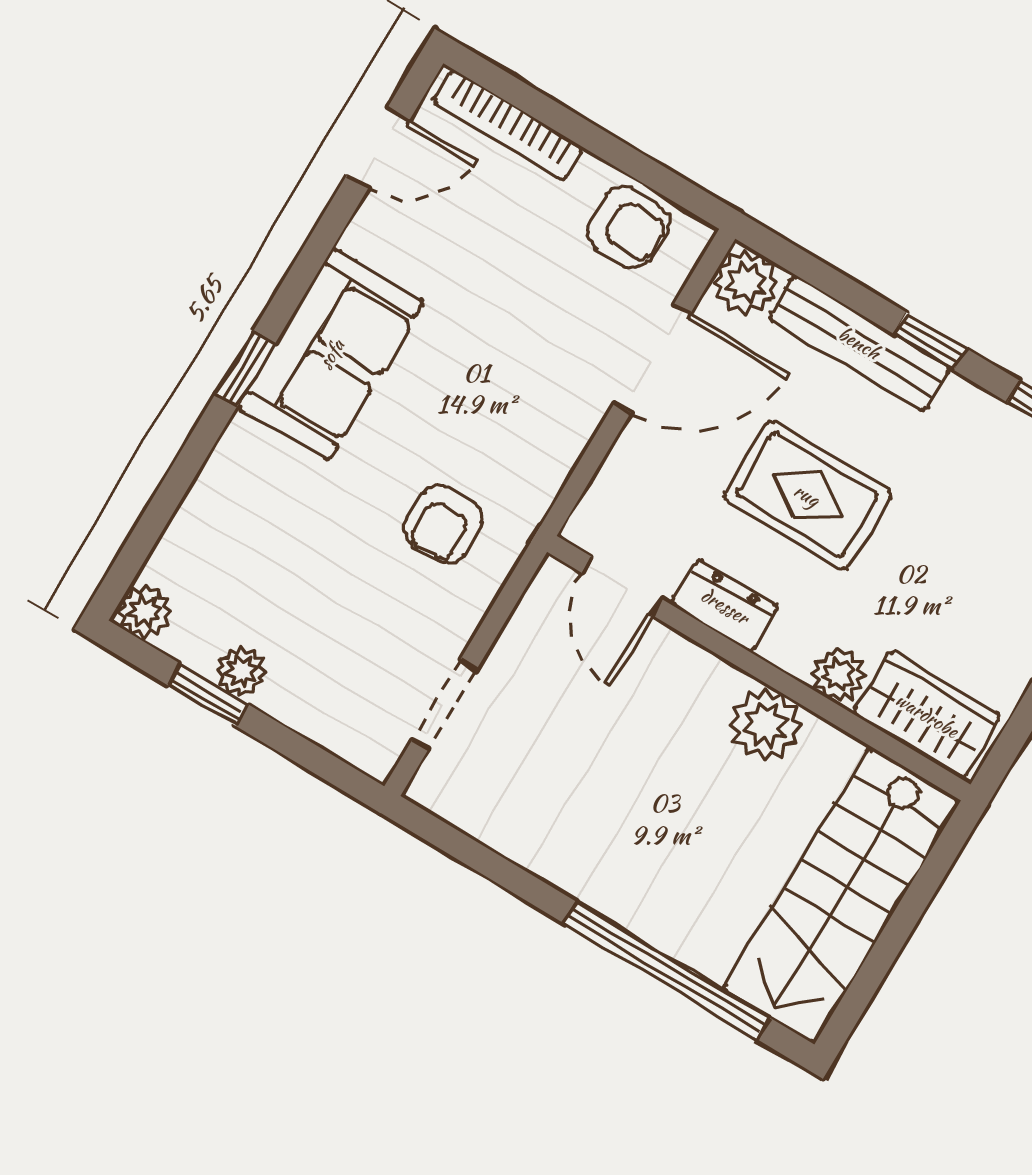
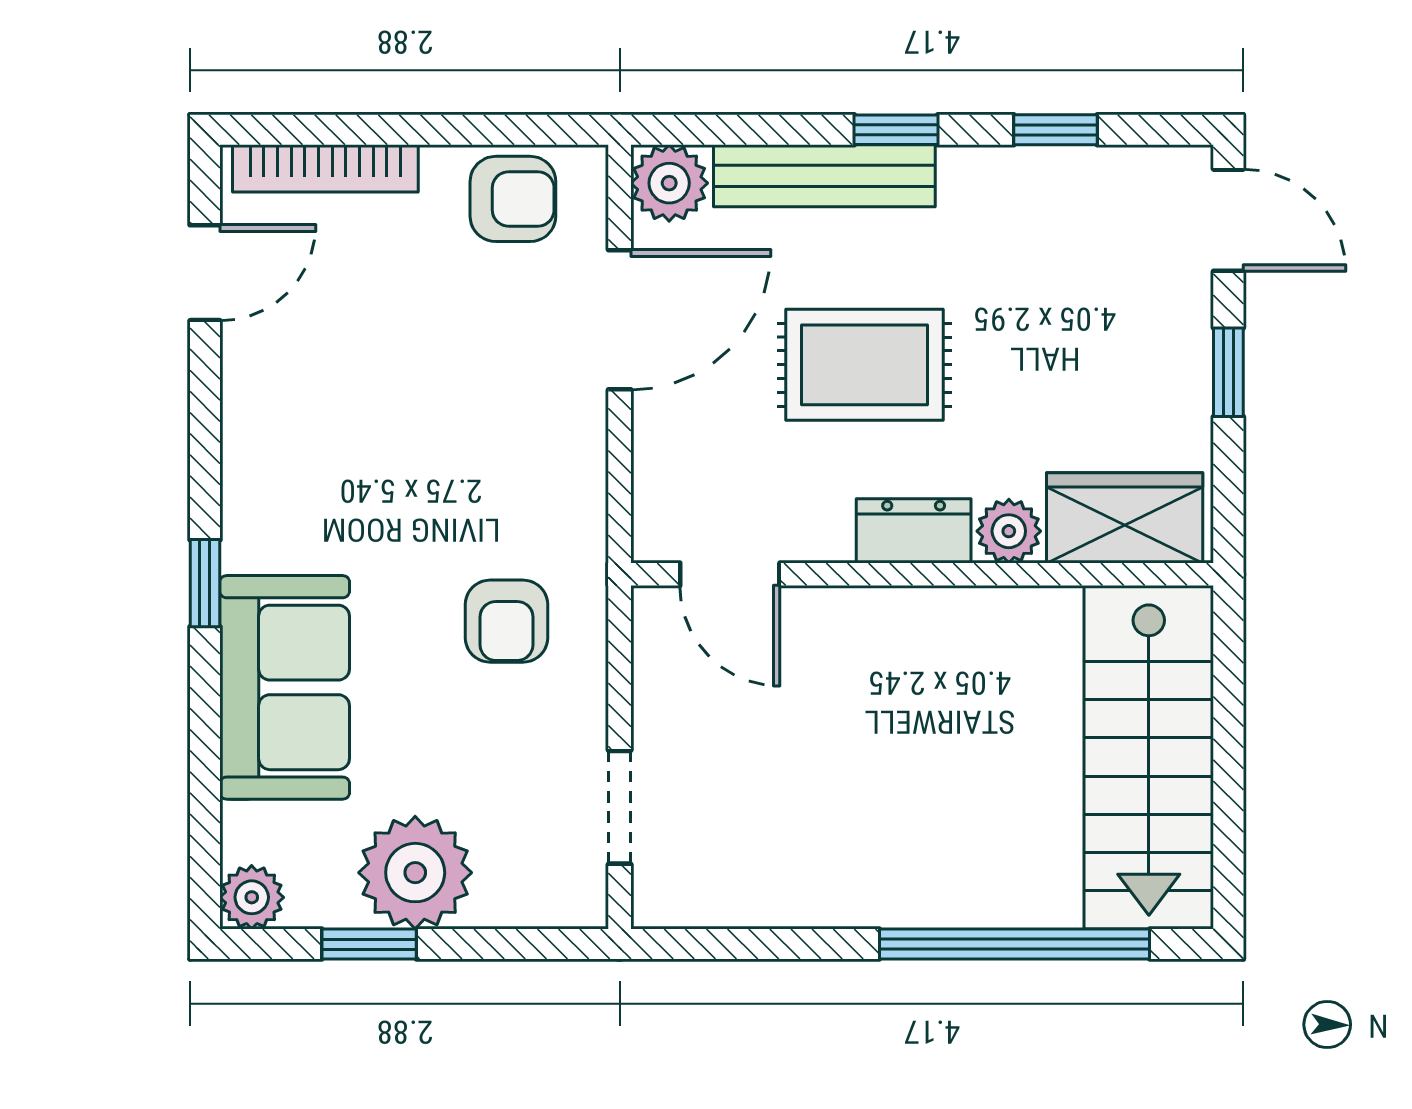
sofa: (331, 354) -> (285, 687), moved
dresser: (725, 606) -> (914, 531), moved
plant: (241, 671) -> (415, 873), width x1.87, depth x1.87
plant: (766, 725) -> (964, 629), removed

